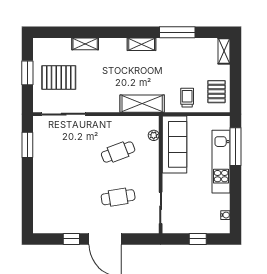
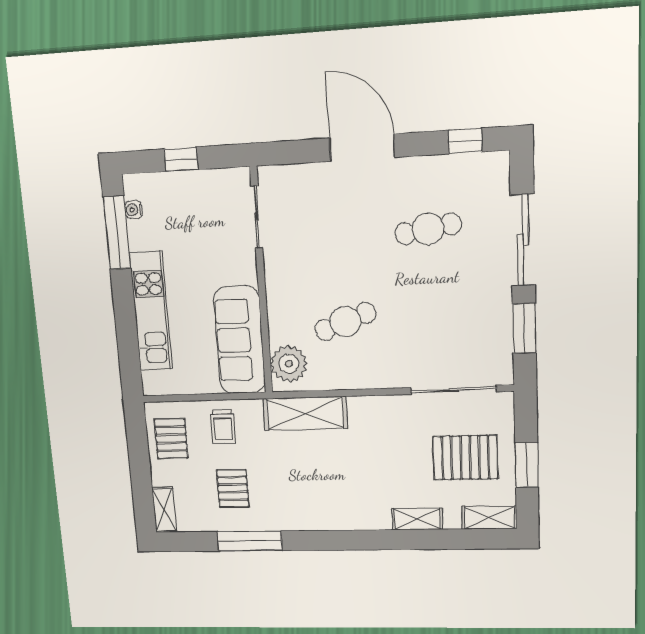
shelving: (142, 44) -> (489, 517), moved
pallet: (184, 63) -> (233, 488), added
plant: (154, 135) -> (289, 364), width x1.88, depth x1.88
window: (235, 147) -> (117, 233), moved
sliding door: (27, 189) -> (523, 240), added
cafe table: (118, 197) -> (428, 229), moved
window: (71, 239) -> (465, 141), moved

